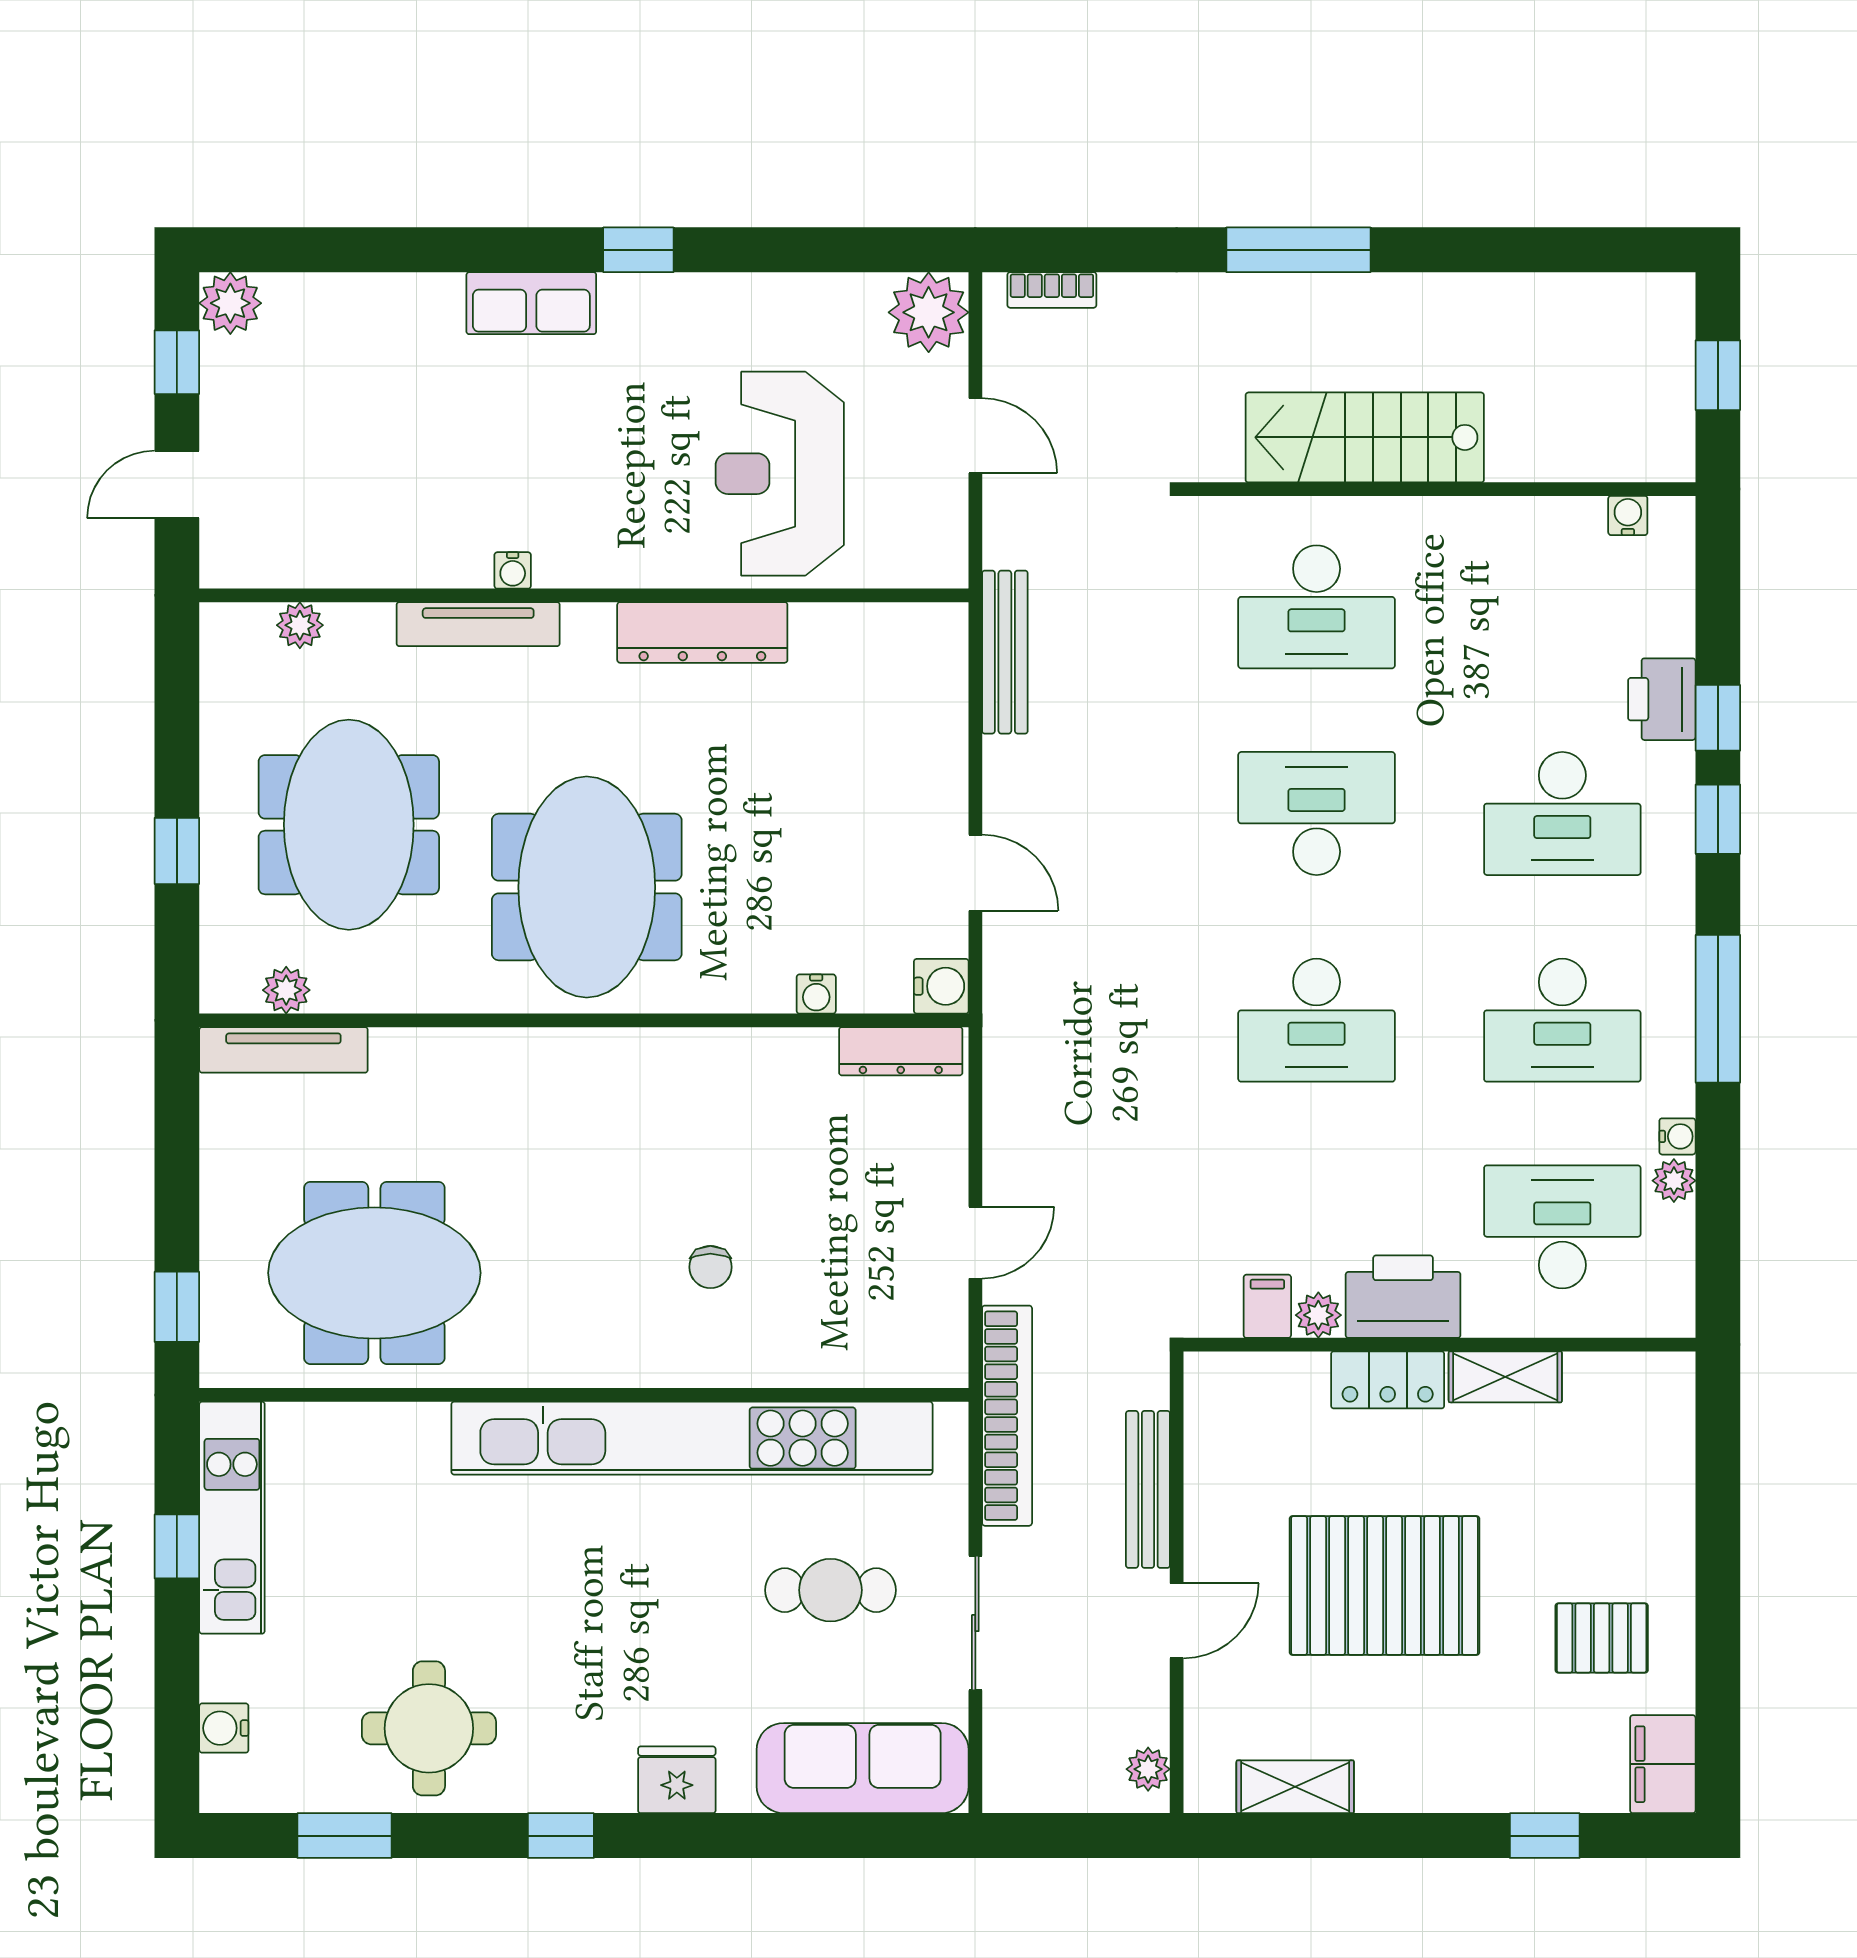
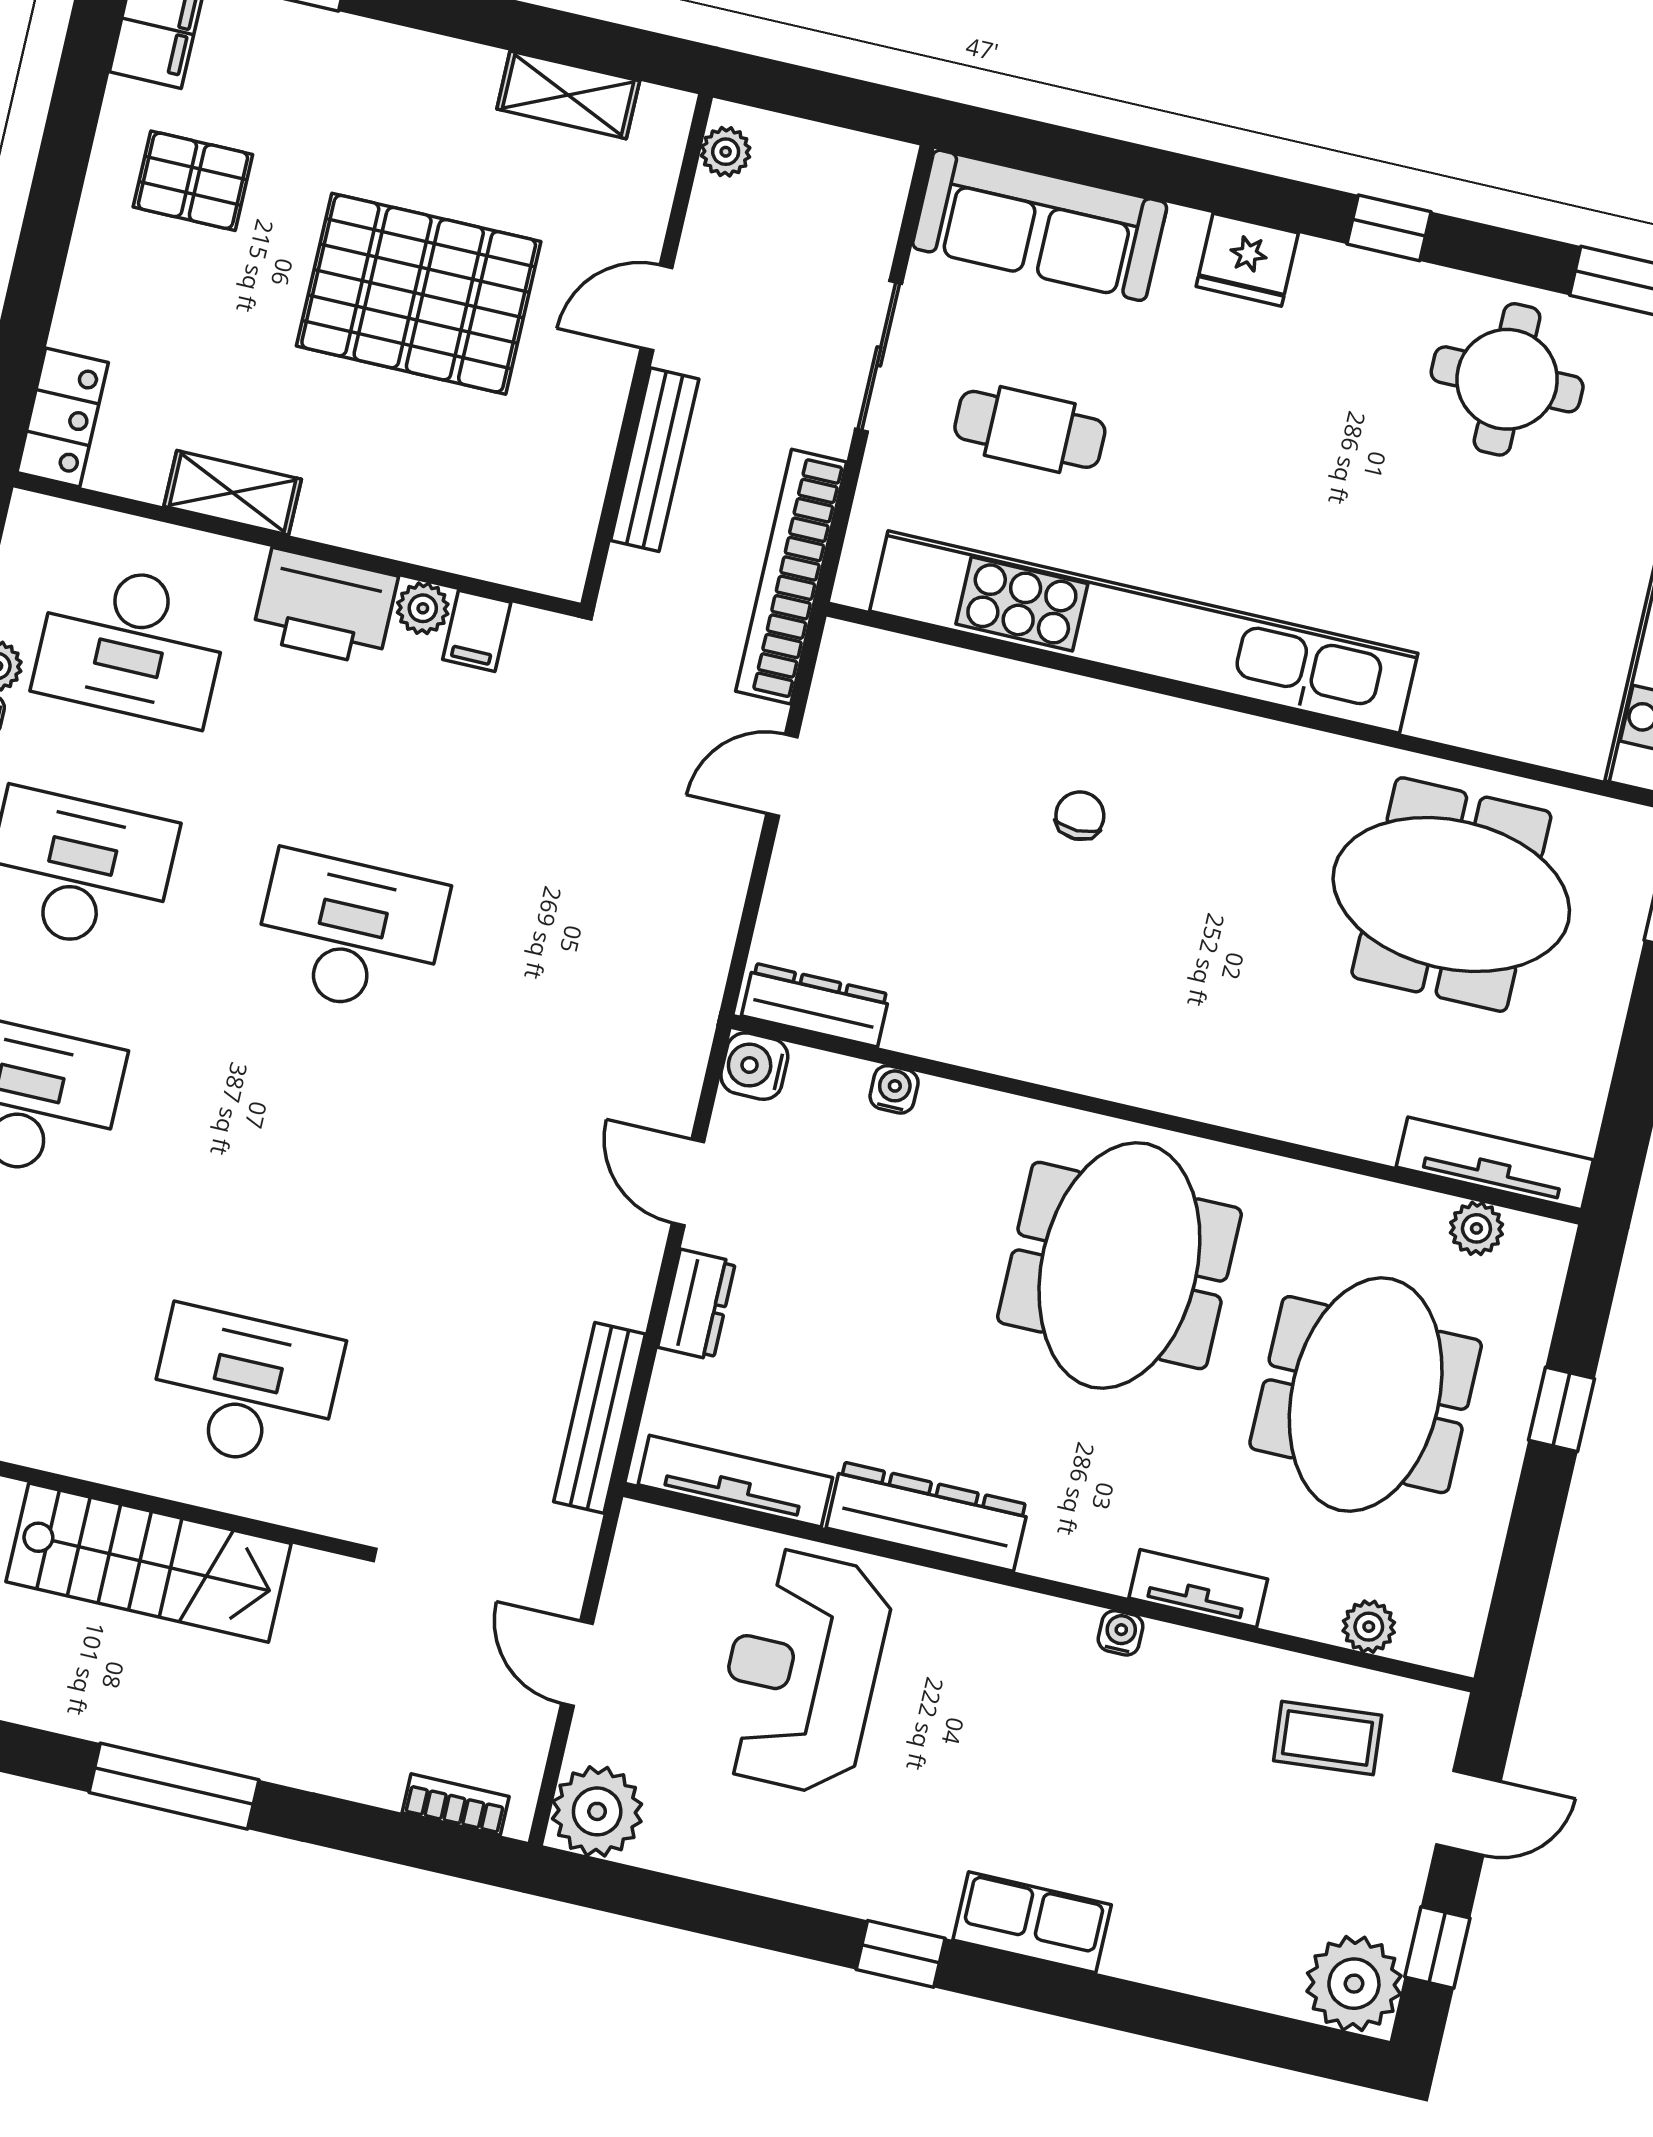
plant: (230, 303) -> (1354, 1984), width x1.36, depth x1.36
reception desk: (780, 474) -> (802, 1671), turned 180
coffee table: (313, 521) -> (1328, 1738), added
tv unit: (478, 624) -> (1198, 1589), width x0.71
tv unit: (875, 625) -> (735, 1481), added
dresser: (944, 769) -> (697, 1305), added
desk: (1317, 813) -> (297, 1161), removed
locker: (1388, 1380) -> (63, 417), moved, turned 90

